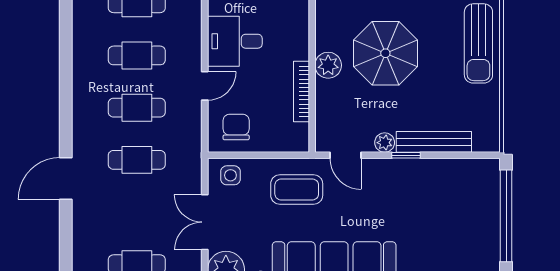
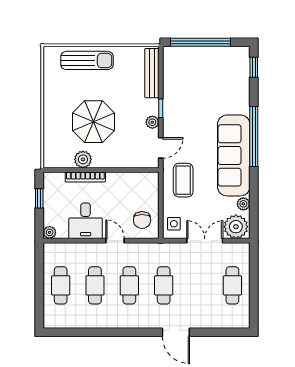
plant: (328, 65) -> (83, 159), moved
bookcase: (301, 92) -> (85, 177), moved
chair: (236, 127) -> (142, 220), turned -90
bench: (434, 142) -> (152, 73), moved
double door: (205, 222) -> (205, 241), swing flipped

